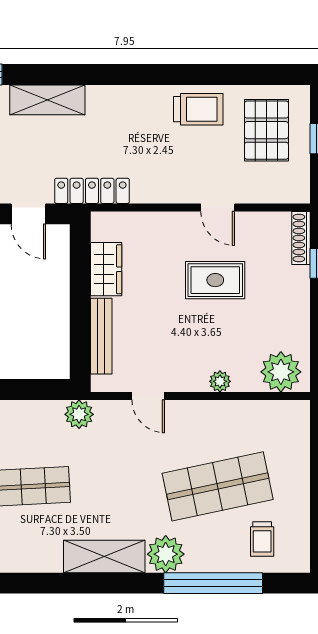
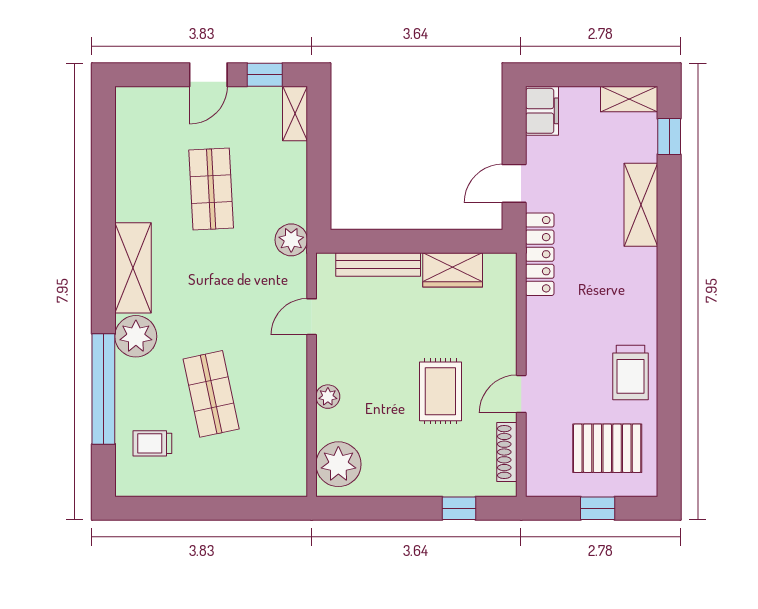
shoe rack: (301, 238) -> (507, 452), moved, turned -90
shop shelf: (218, 486) -> (211, 394), width x0.70, depth x0.74

